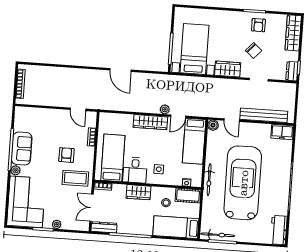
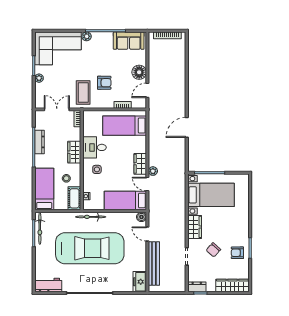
floor lamp: (58, 117) -> (139, 72), added
door: (232, 120) -> (147, 234), hinge flipped
wardrobe: (150, 122) -> (140, 164), width x0.67
sofa: (22, 149) -> (129, 41), moved
bed: (113, 158) -> (125, 126), moved, turned 180
dresser: (104, 227) -> (39, 142), moved

